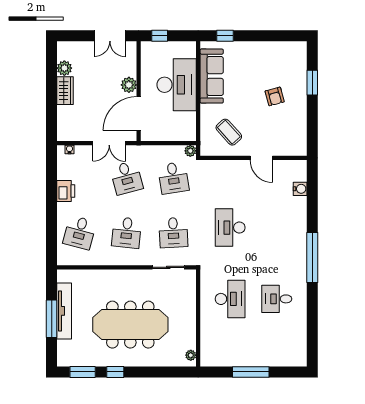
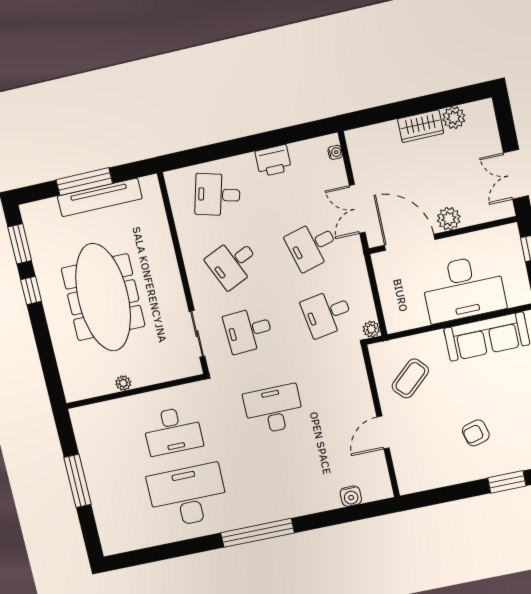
desk: (127, 233) -> (233, 263), turned -30
desk: (277, 299) -> (188, 496), width x1.87, depth x1.30
plant: (191, 355) -> (123, 383), moved

